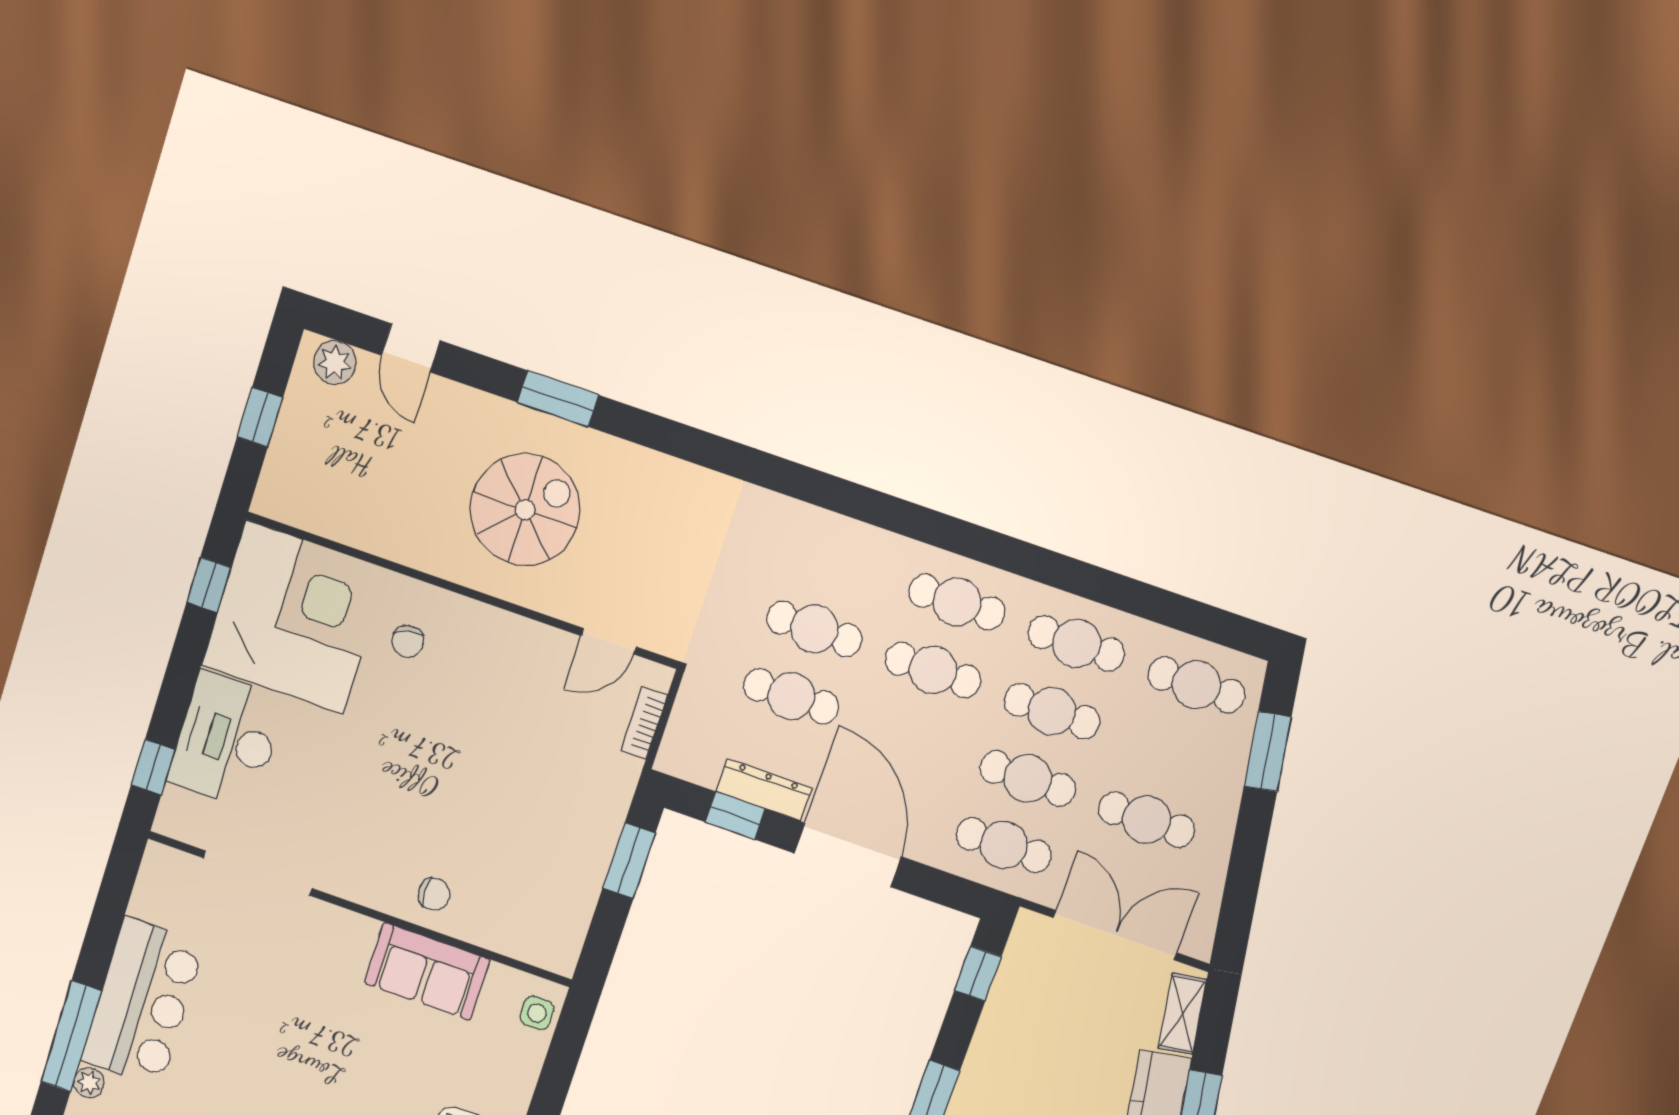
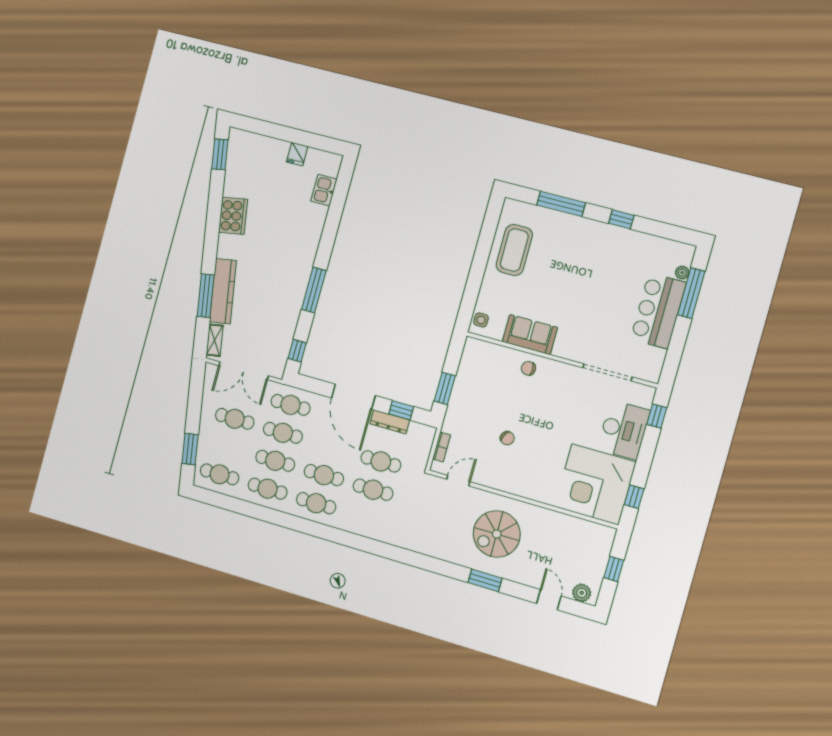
chair: (408, 641) -> (507, 438), moved, turned 130

